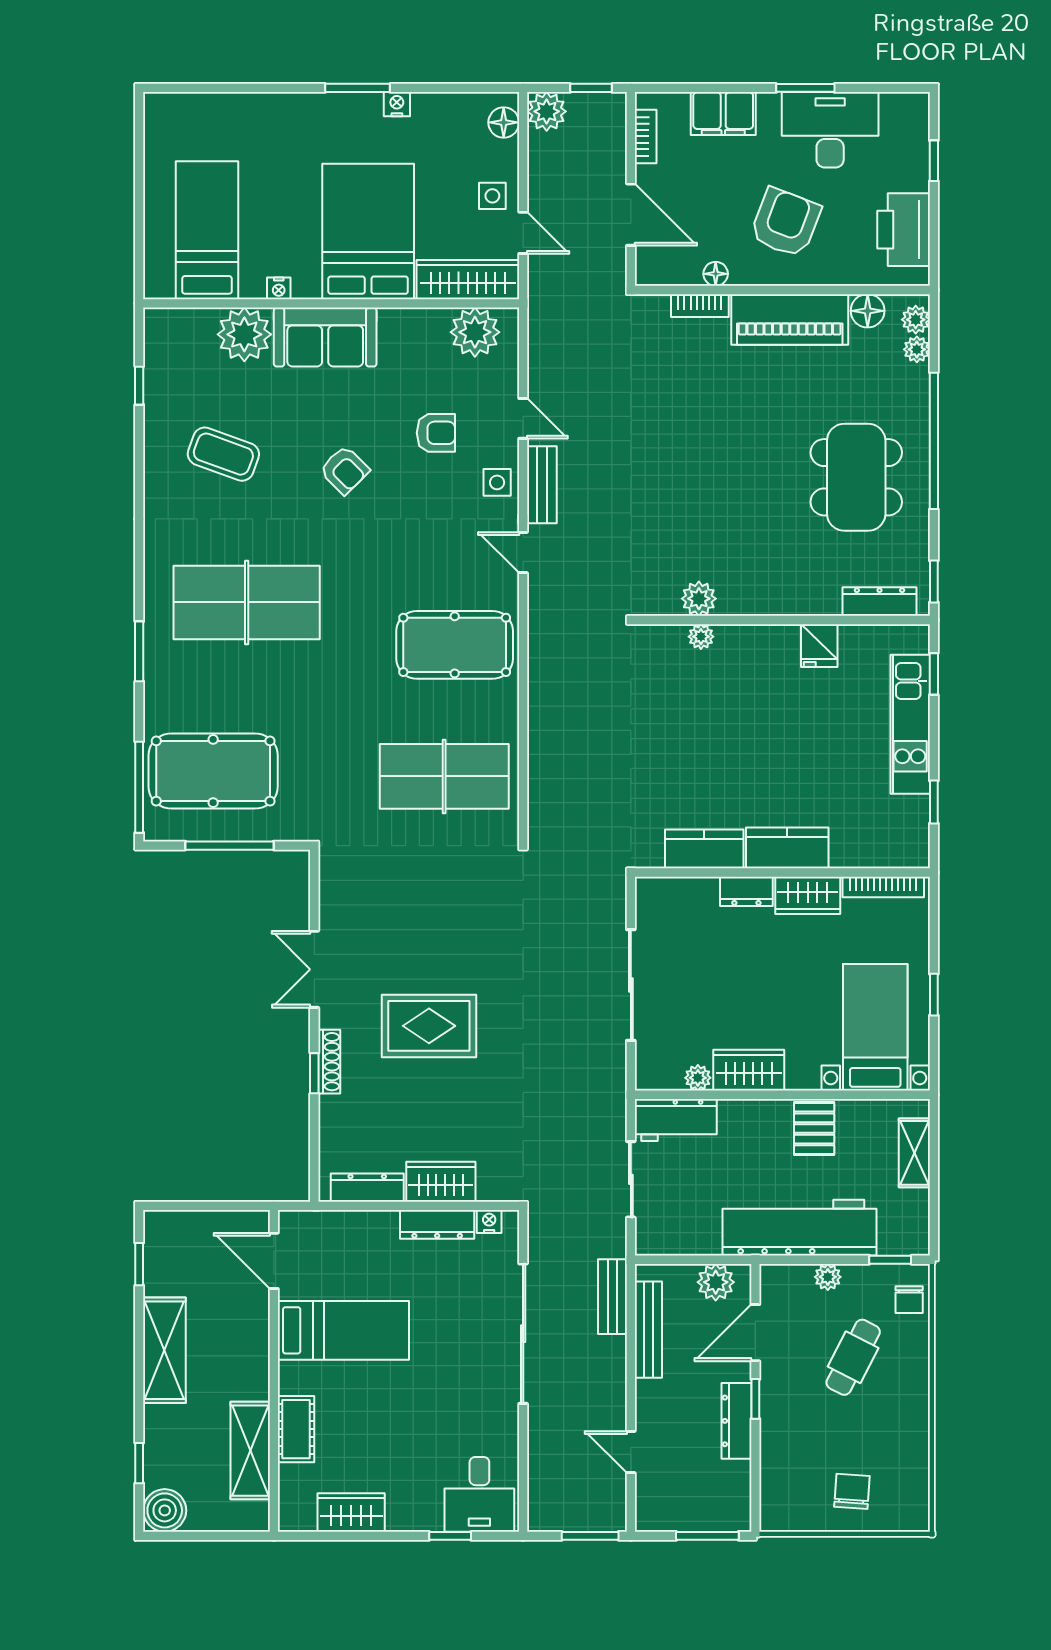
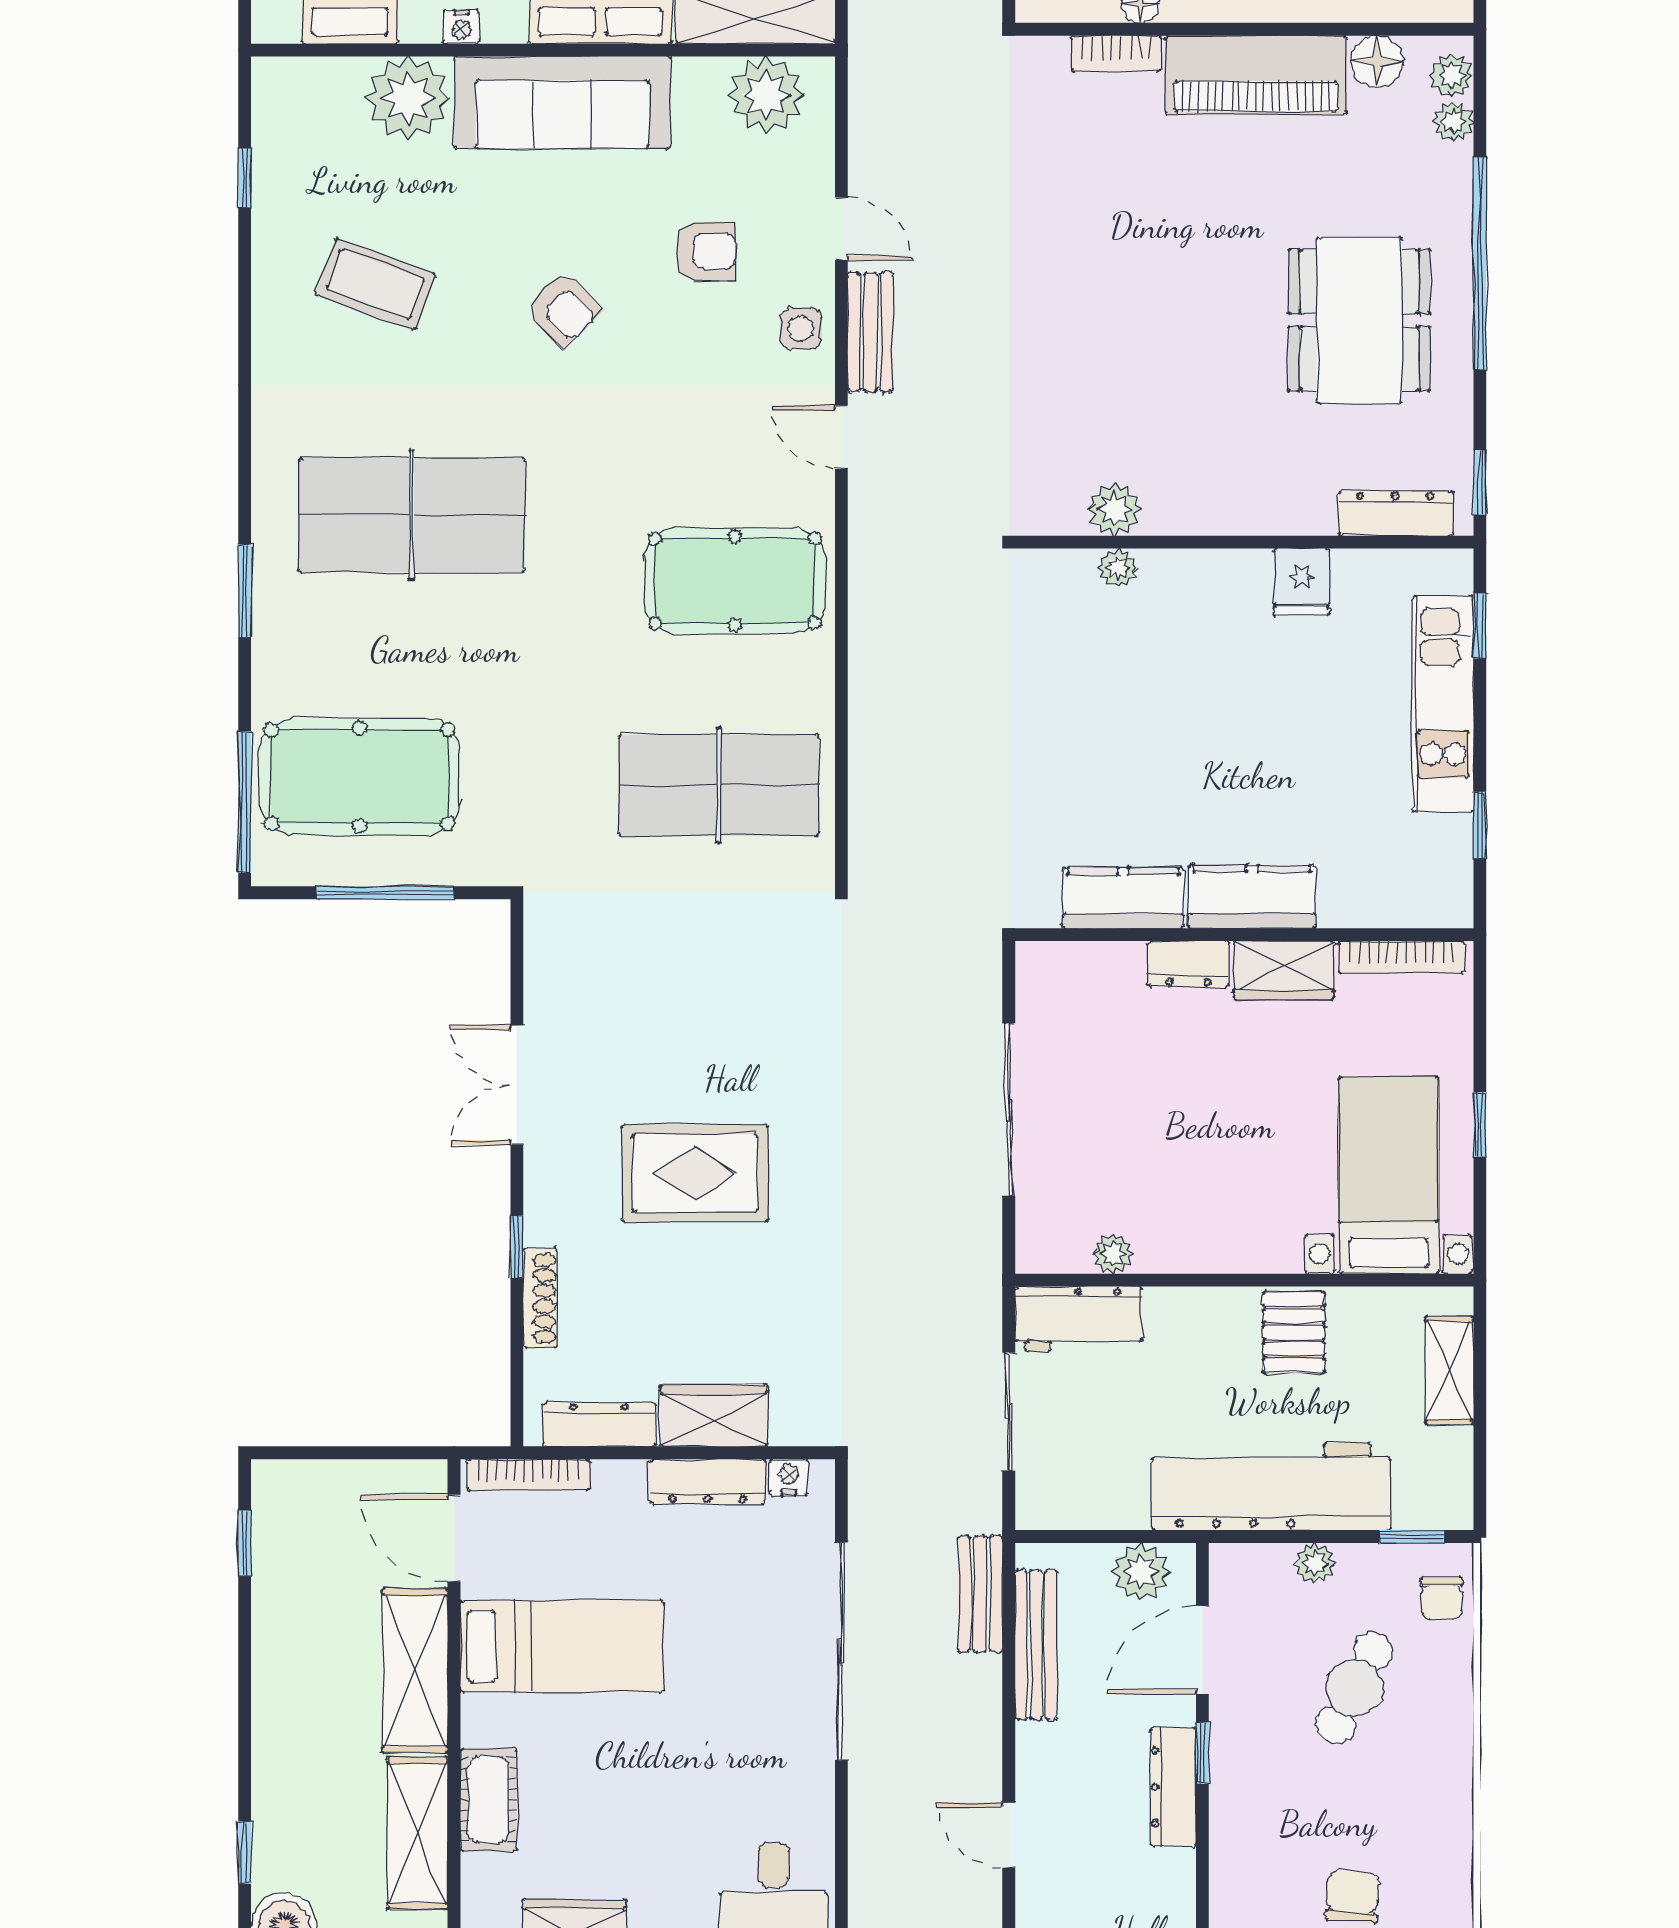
sofa: (325, 337) -> (562, 102), width x1.36
shoe rack: (329, 1062) -> (540, 1298), moved
wardrobe: (749, 1070) -> (1192, 1242), removed
bookcase: (322, 1220) -> (528, 1475), added
shelving: (164, 1350) -> (415, 1671), moved

